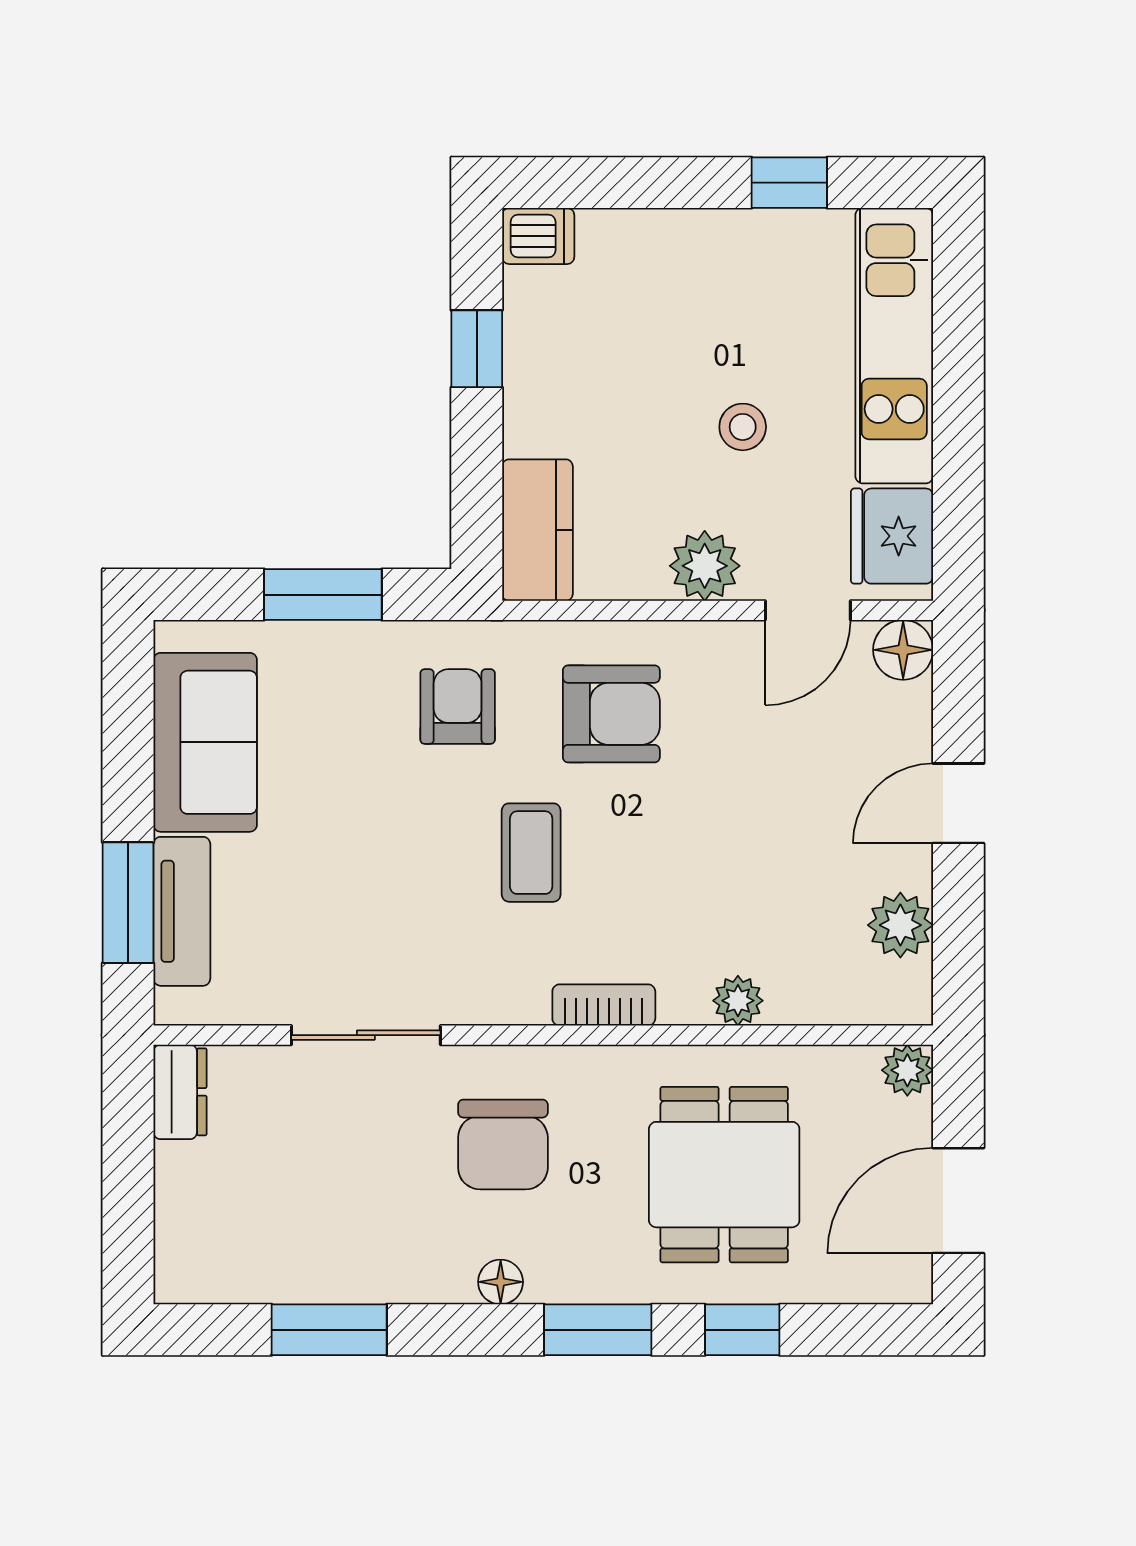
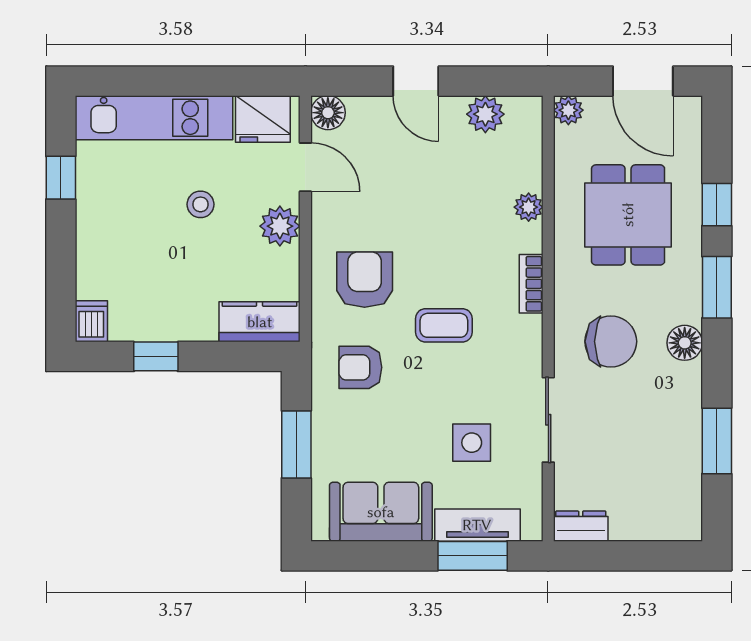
side table: (326, 901) -> (472, 443), added
dining table: (724, 1175) -> (628, 215), turned 90
floor lamp: (501, 1282) -> (685, 343), width x1.37, depth x1.37

